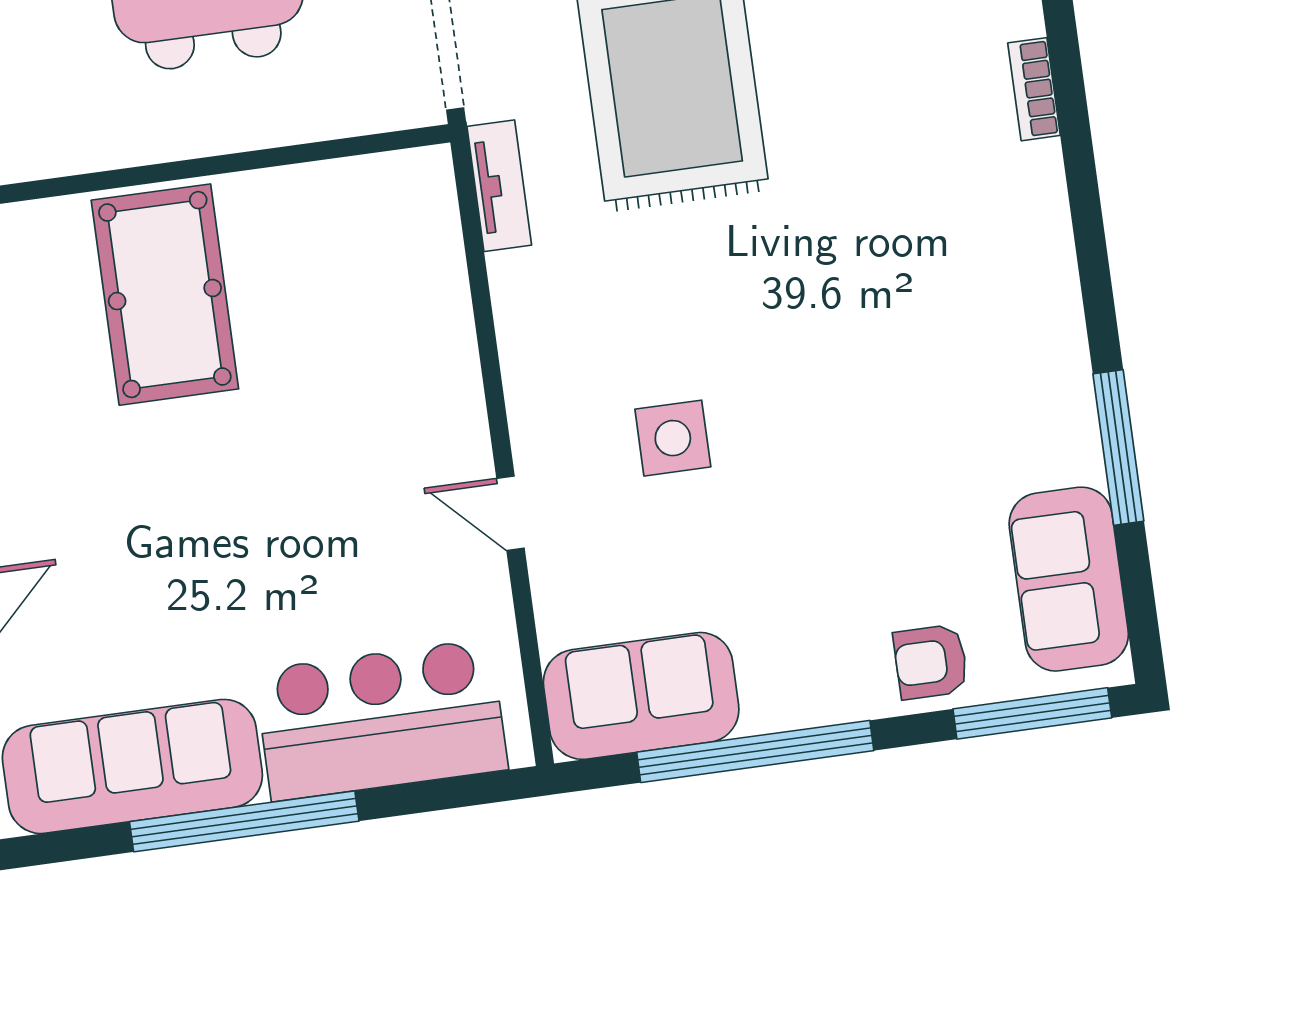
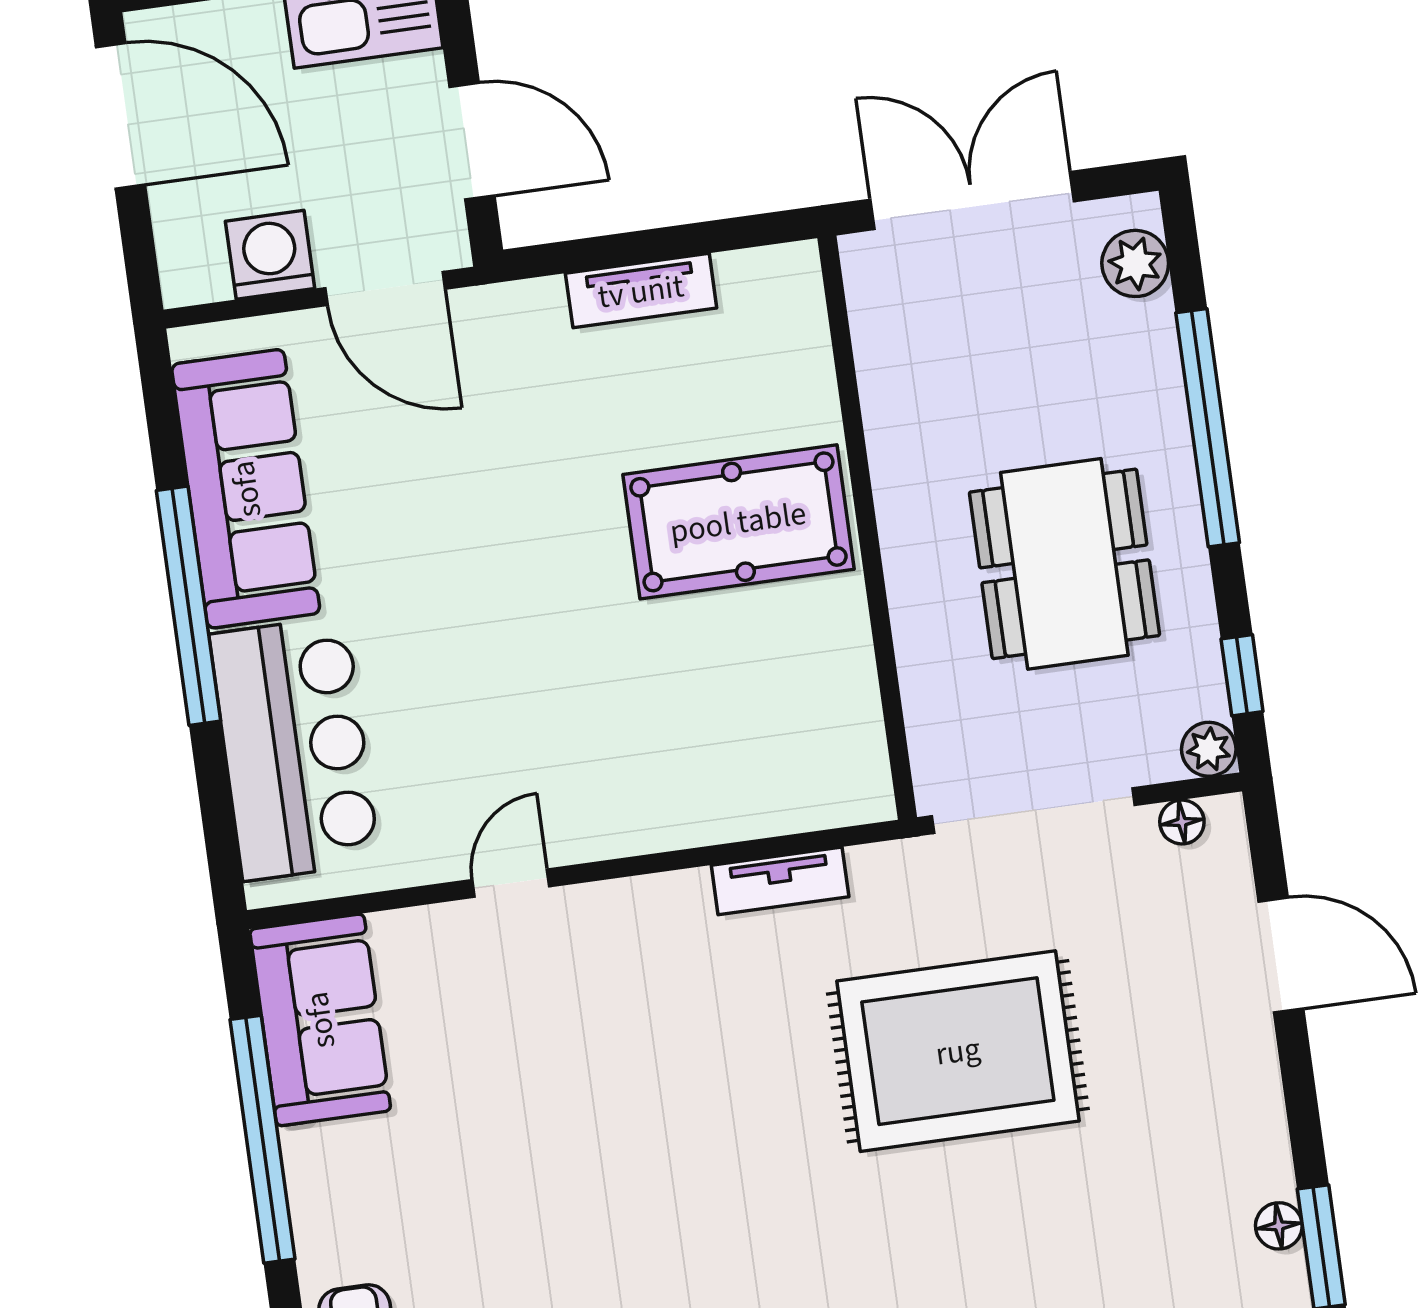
tv unit: (499, 186) -> (780, 881), moved
side table: (673, 438) -> (590, 1053), removed

